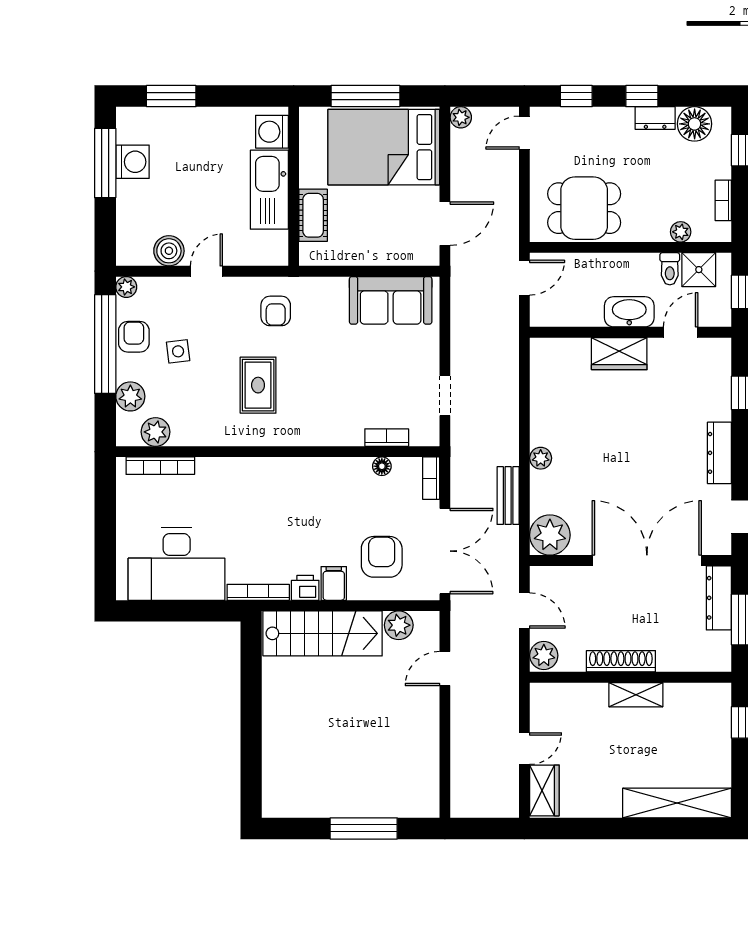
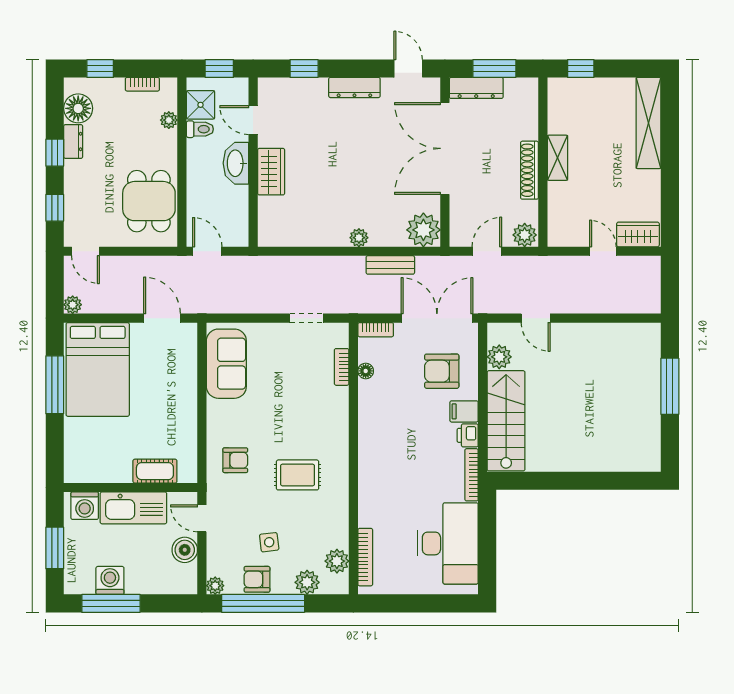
washing machine: (272, 132) -> (85, 506), moved
wall: (294, 186) -> (131, 487), moved
kitchen sink: (269, 190) -> (133, 508), moved
cot: (313, 215) -> (155, 471), moved

